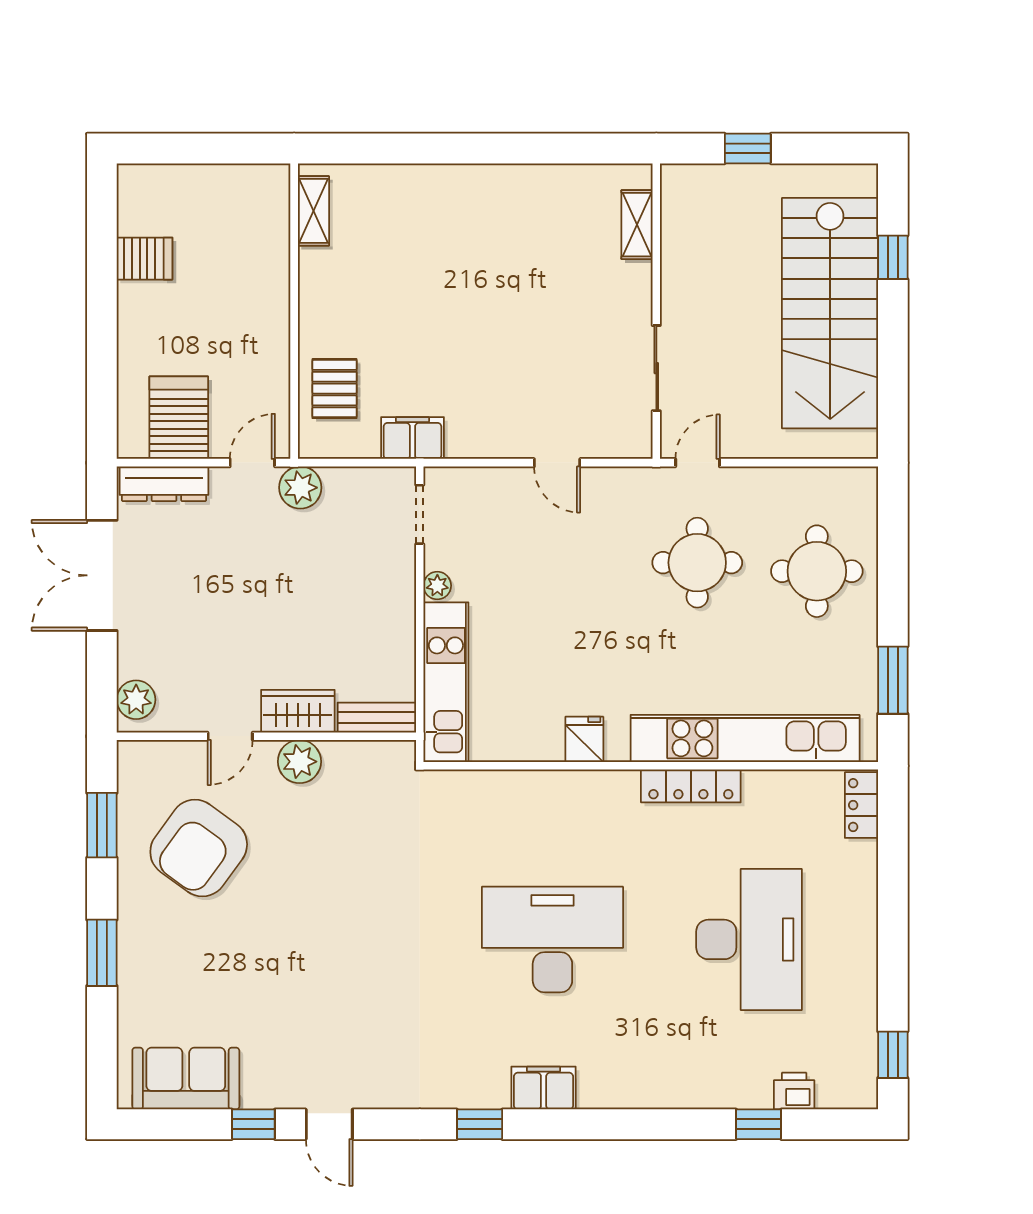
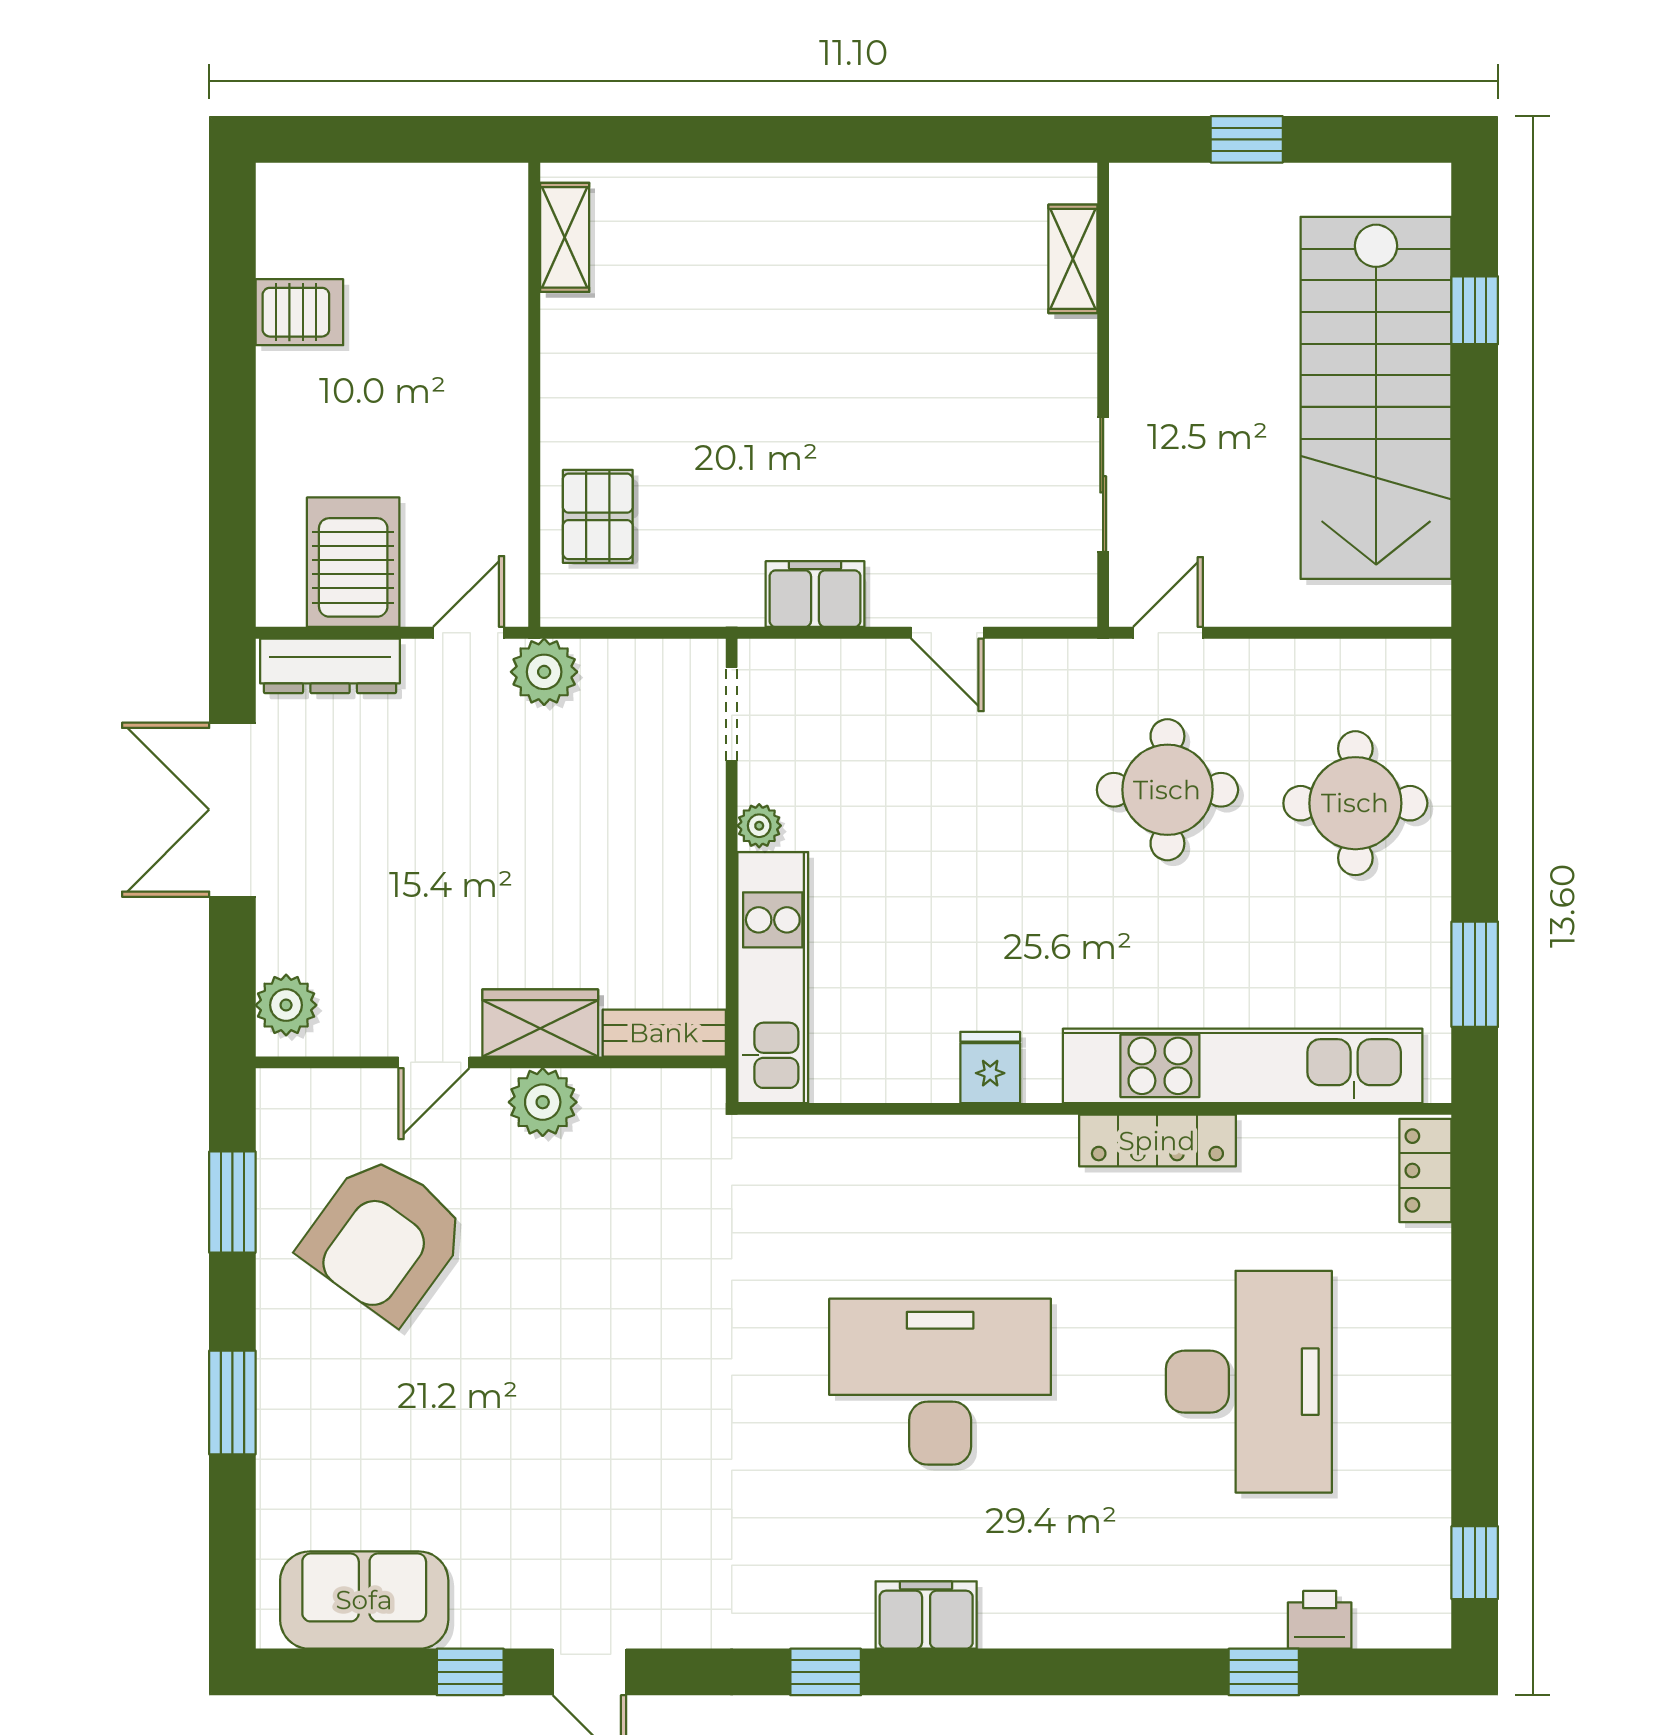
filing cabinet: (412, 438) -> (815, 594), moved

